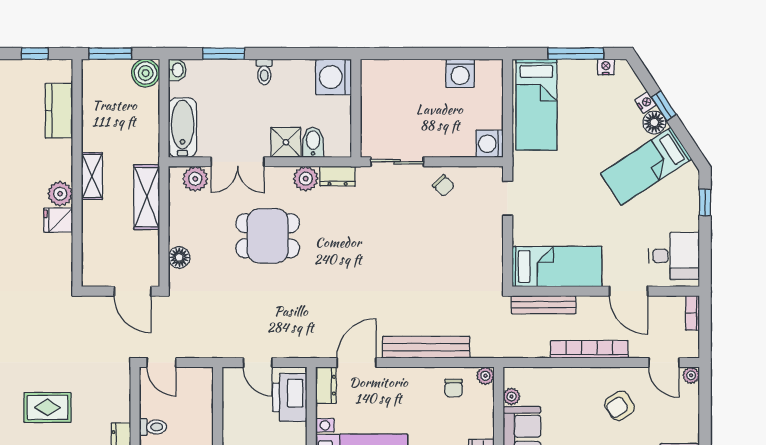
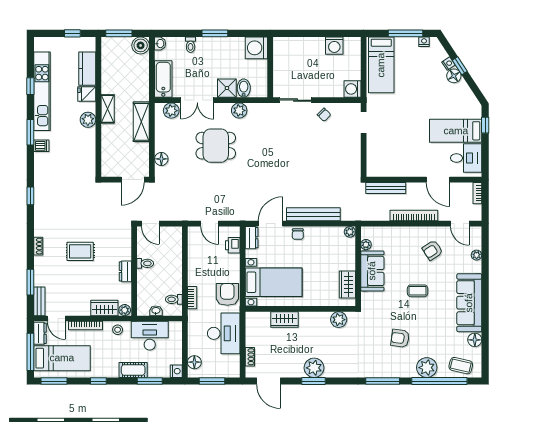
window: (224, 54) -> (215, 33), moved
toilet: (264, 72) -> (191, 45), moved
bed: (646, 166) -> (456, 131), moved, turned 33
dresser: (338, 176) -> (259, 109), removed
fridge: (58, 220) -> (87, 94), moved
bed: (557, 266) -> (394, 165), removed
door: (133, 291) -> (133, 180), hinge flipped
plant: (691, 375) -> (477, 255), moved
chair: (454, 388) -> (298, 234), moved
printer: (290, 397) -> (233, 245), width x0.53, depth x0.68

